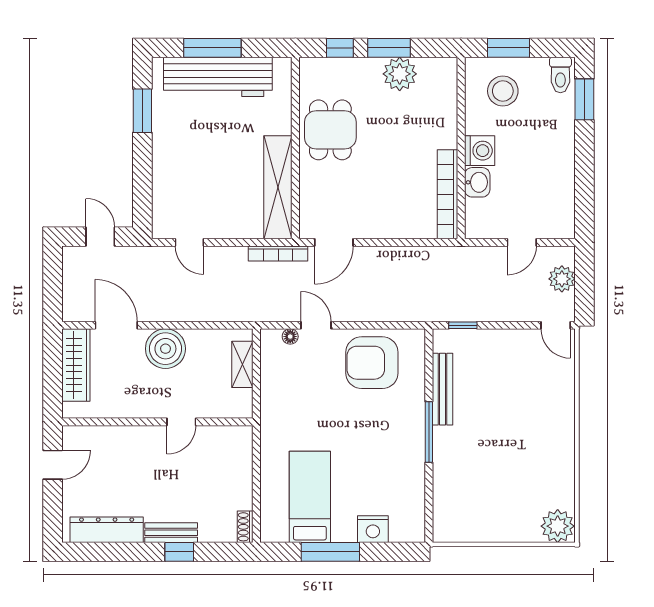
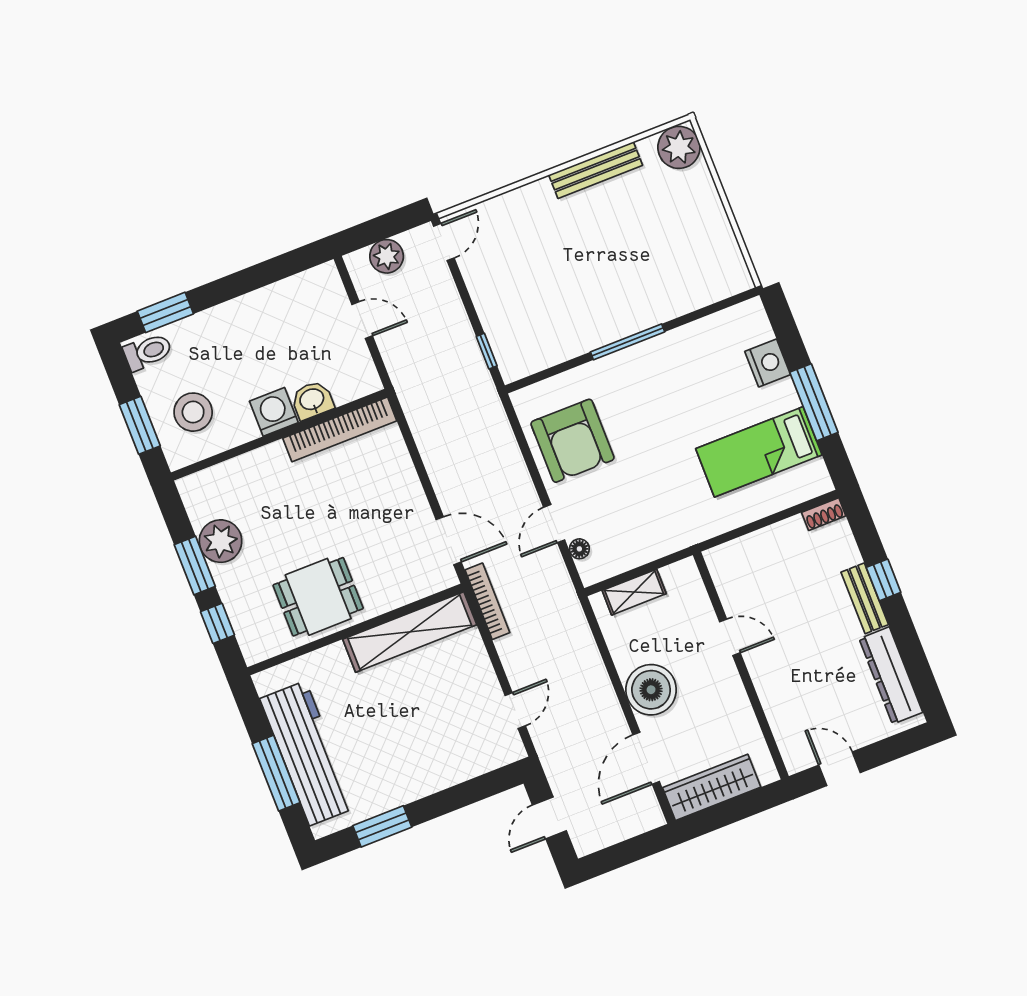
bench: (443, 389) -> (596, 170), moved

